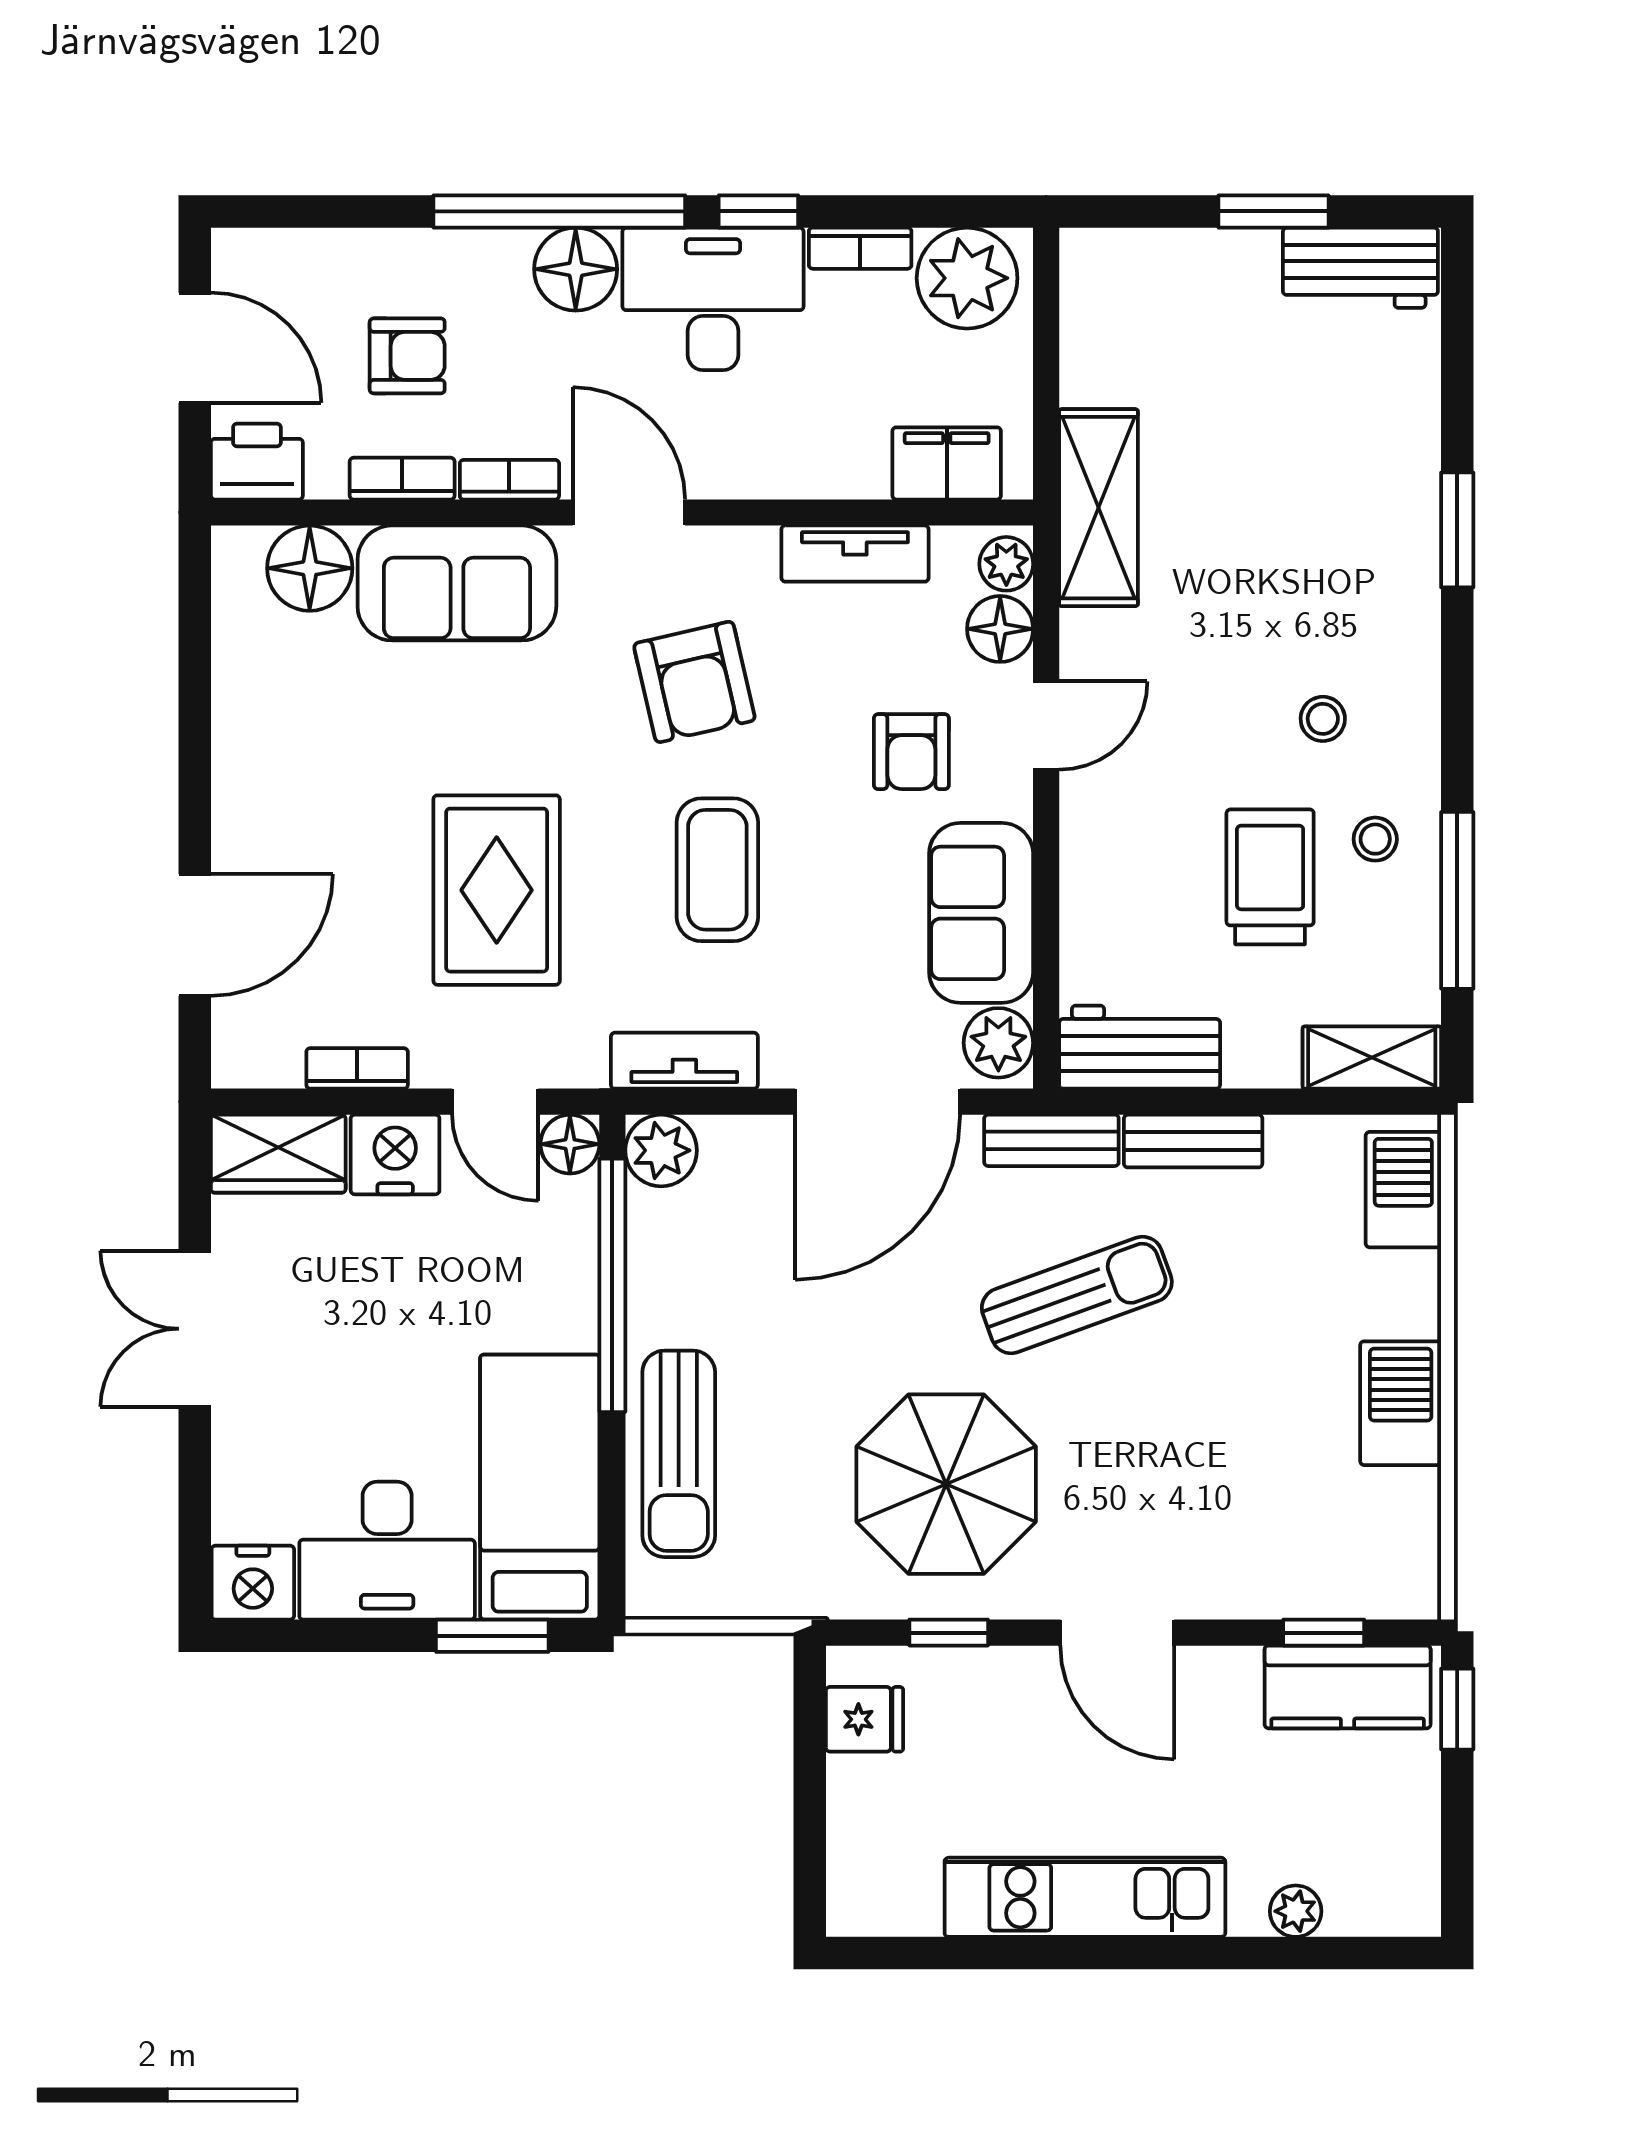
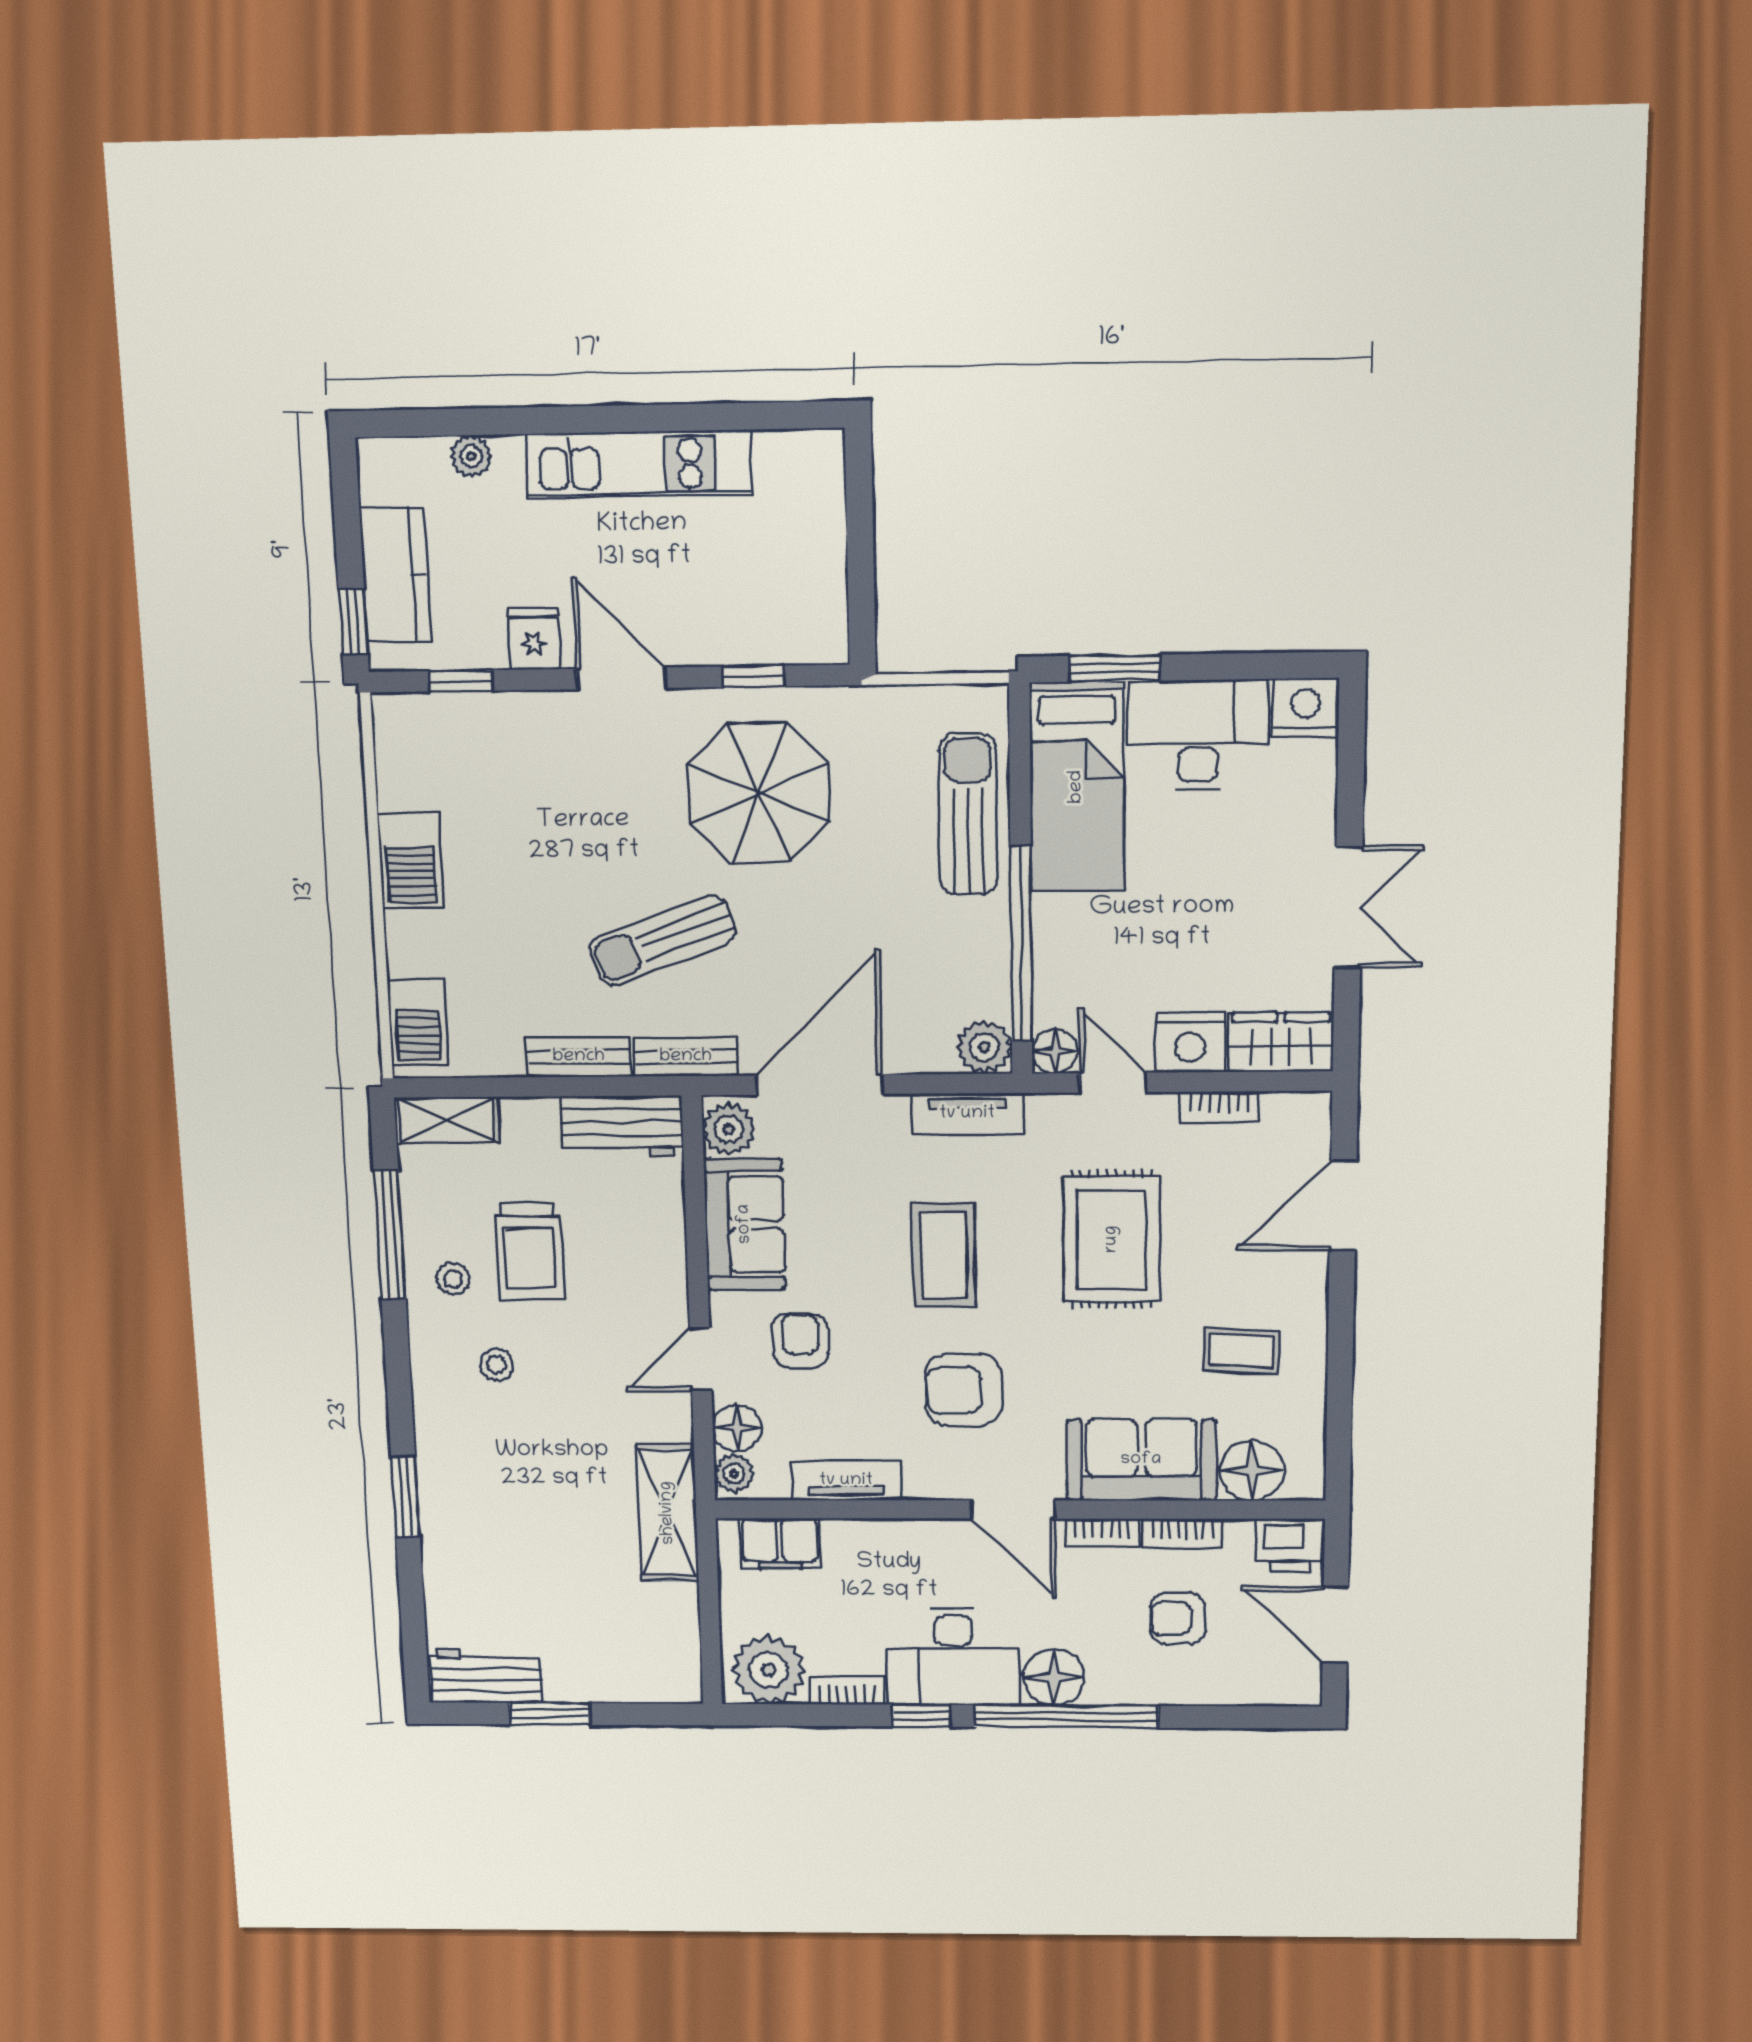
armchair: (694, 682) -> (963, 1390), turned -77
coffee table: (325, 736) -> (1241, 1351), added
kitchen counter: (1348, 1687) -> (395, 575), moved, turned 90
fridge: (865, 1719) -> (534, 639), moved, turned 90

